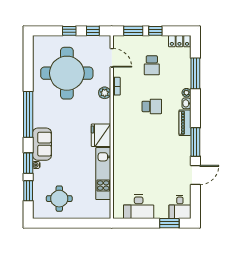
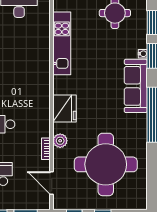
fridge: (101, 135) -> (64, 109), moved
sofa: (42, 144) -> (136, 86), width x1.36

